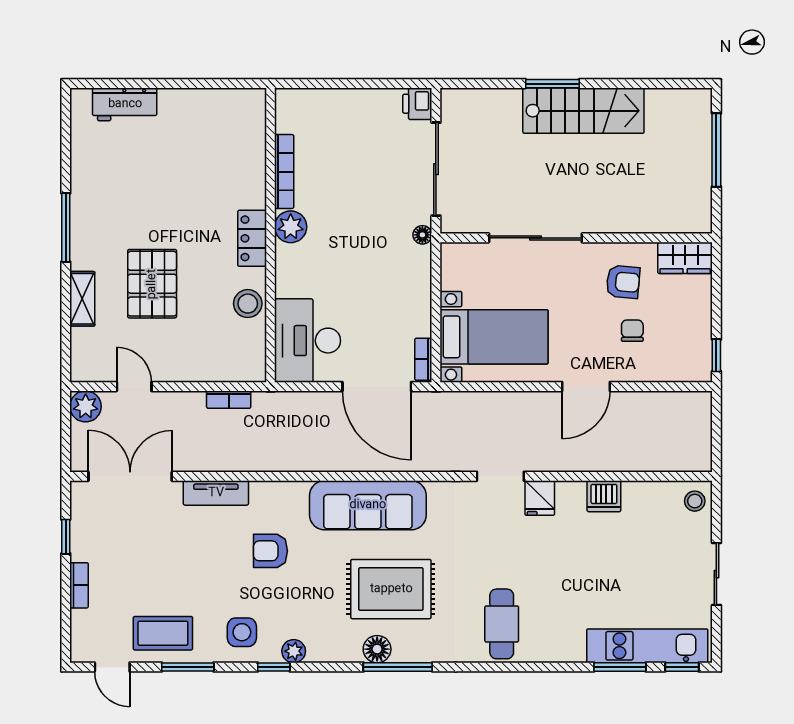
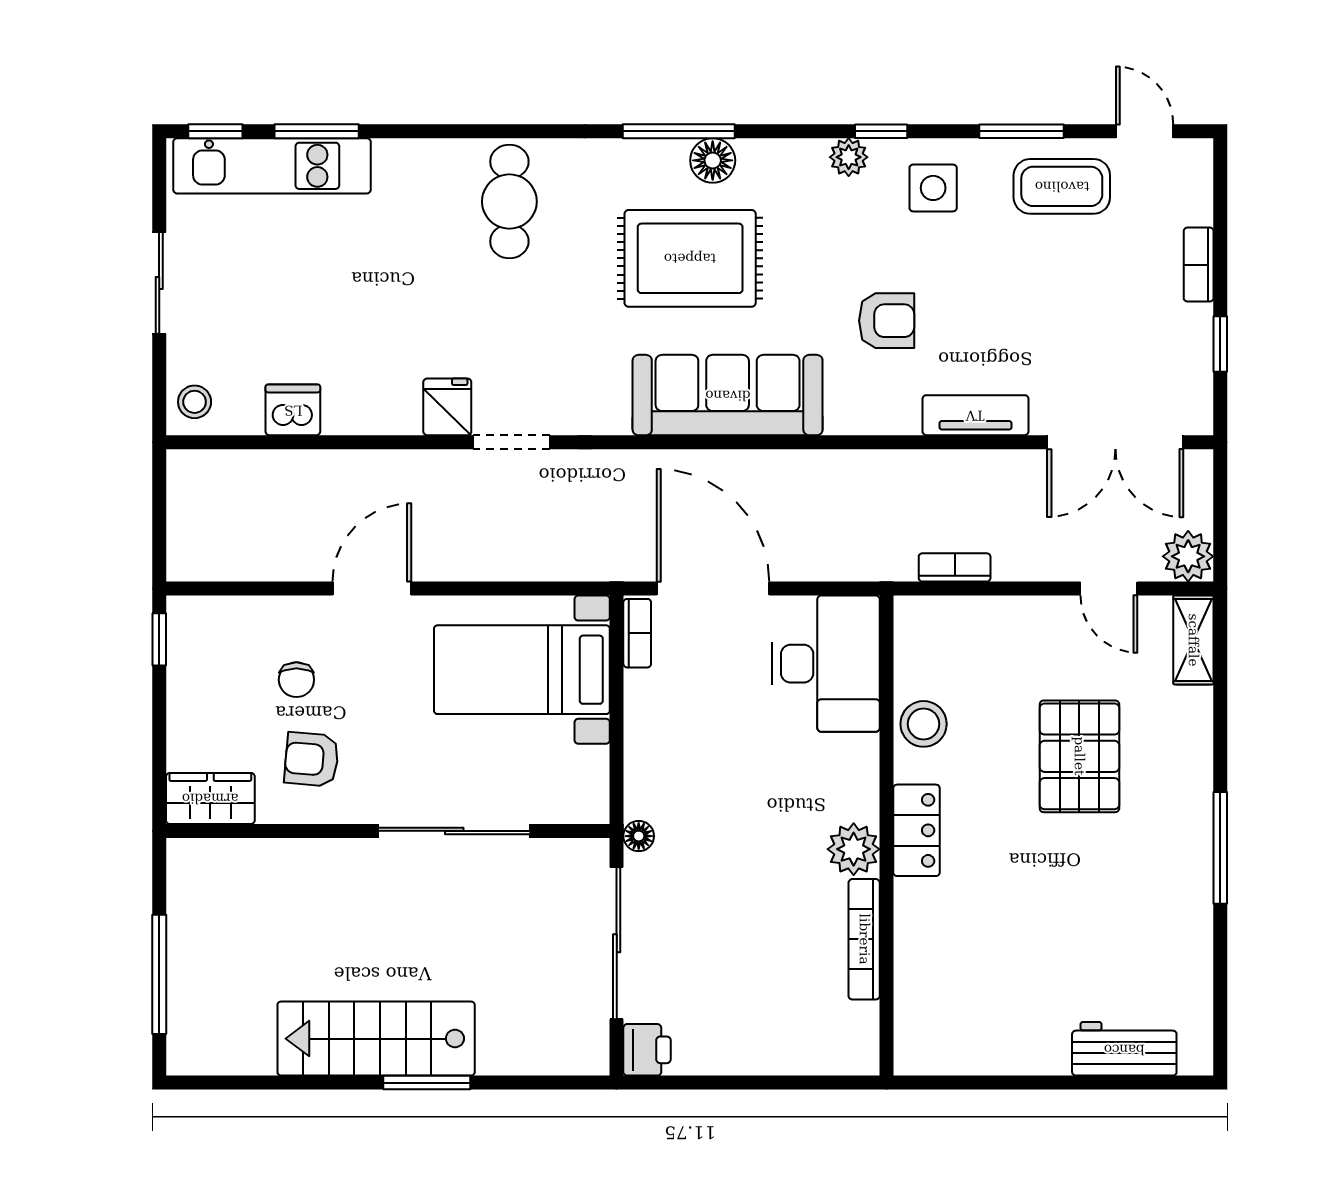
shelving: (82, 299) -> (1193, 640), moved
dishwasher: (604, 496) -> (293, 410), moved

